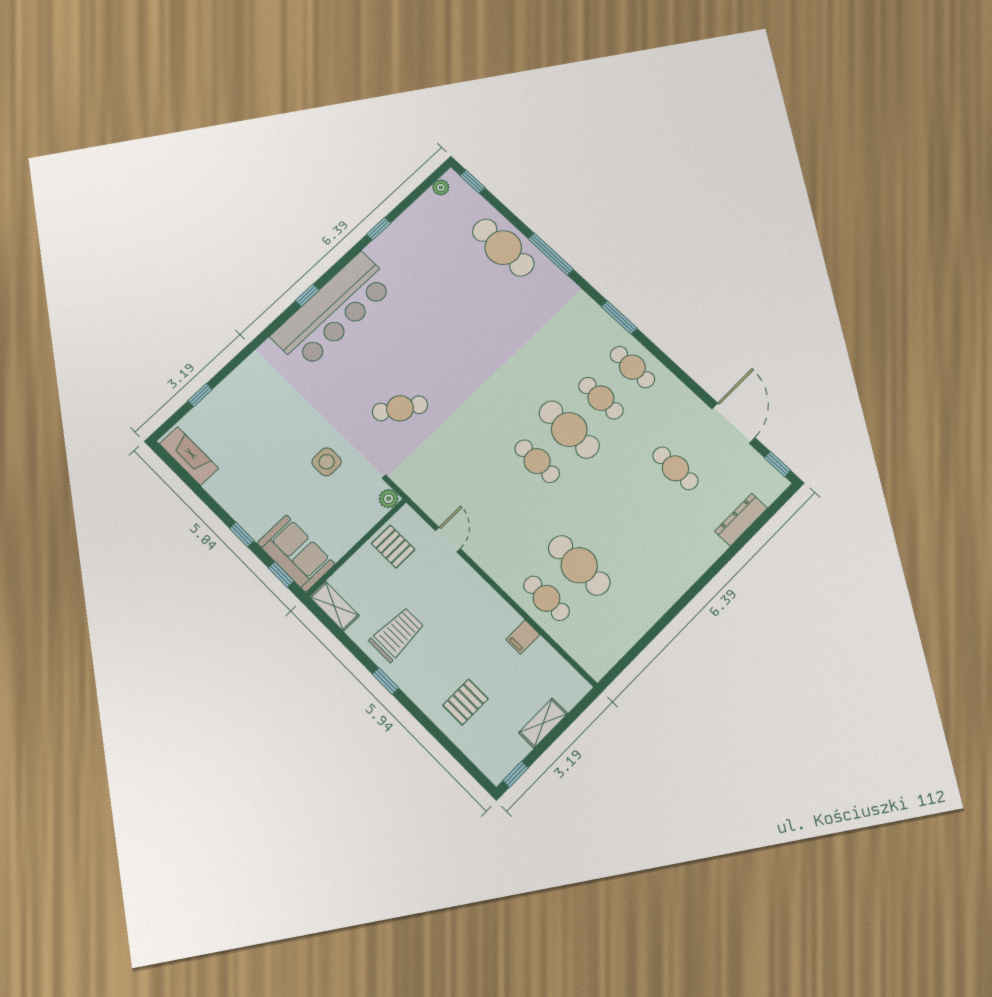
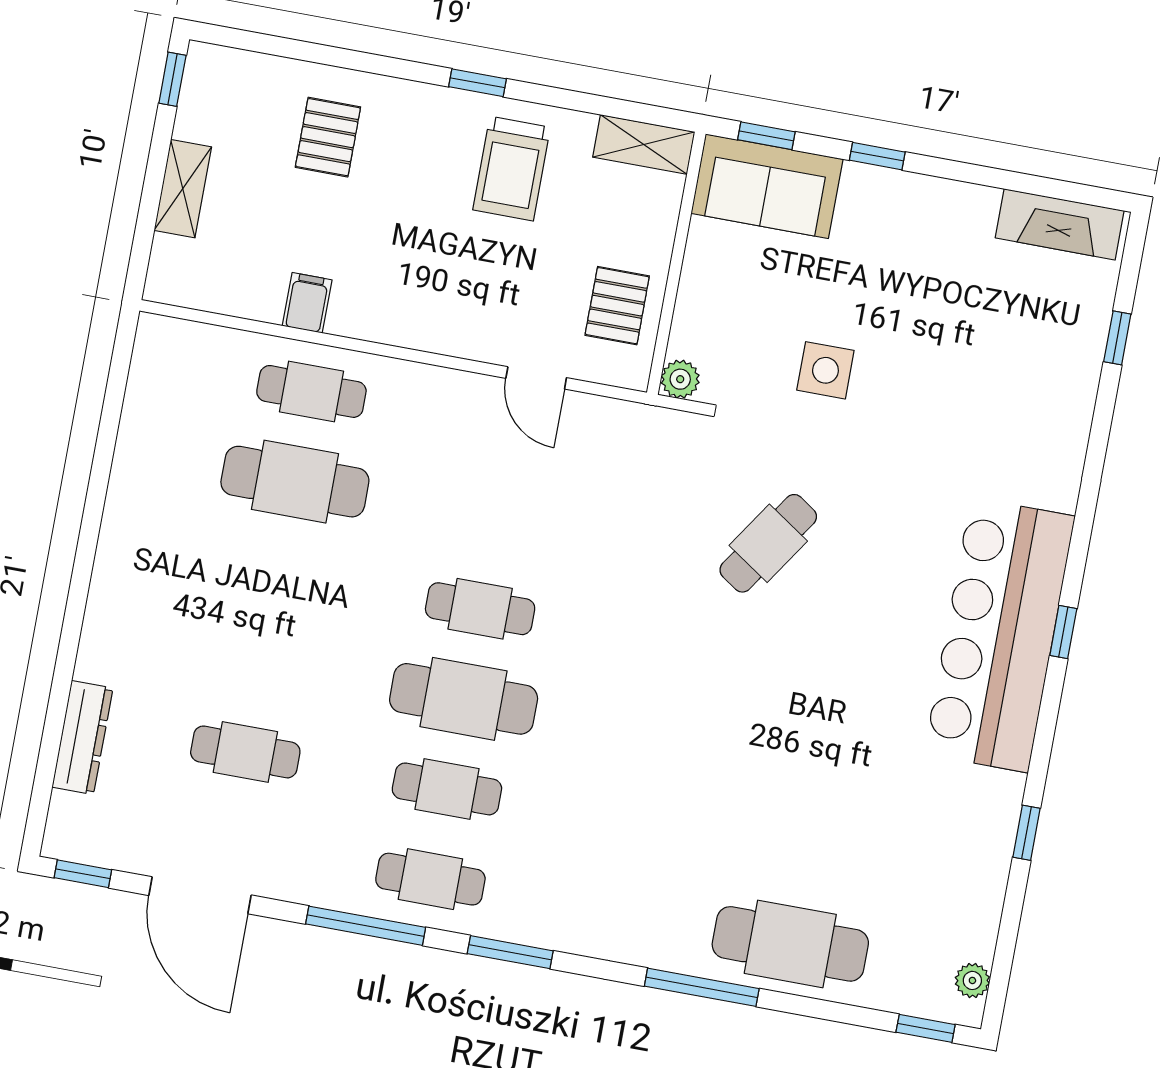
window: (672, 366) -> (366, 926), added
pallet: (393, 547) -> (617, 306), turned 90

